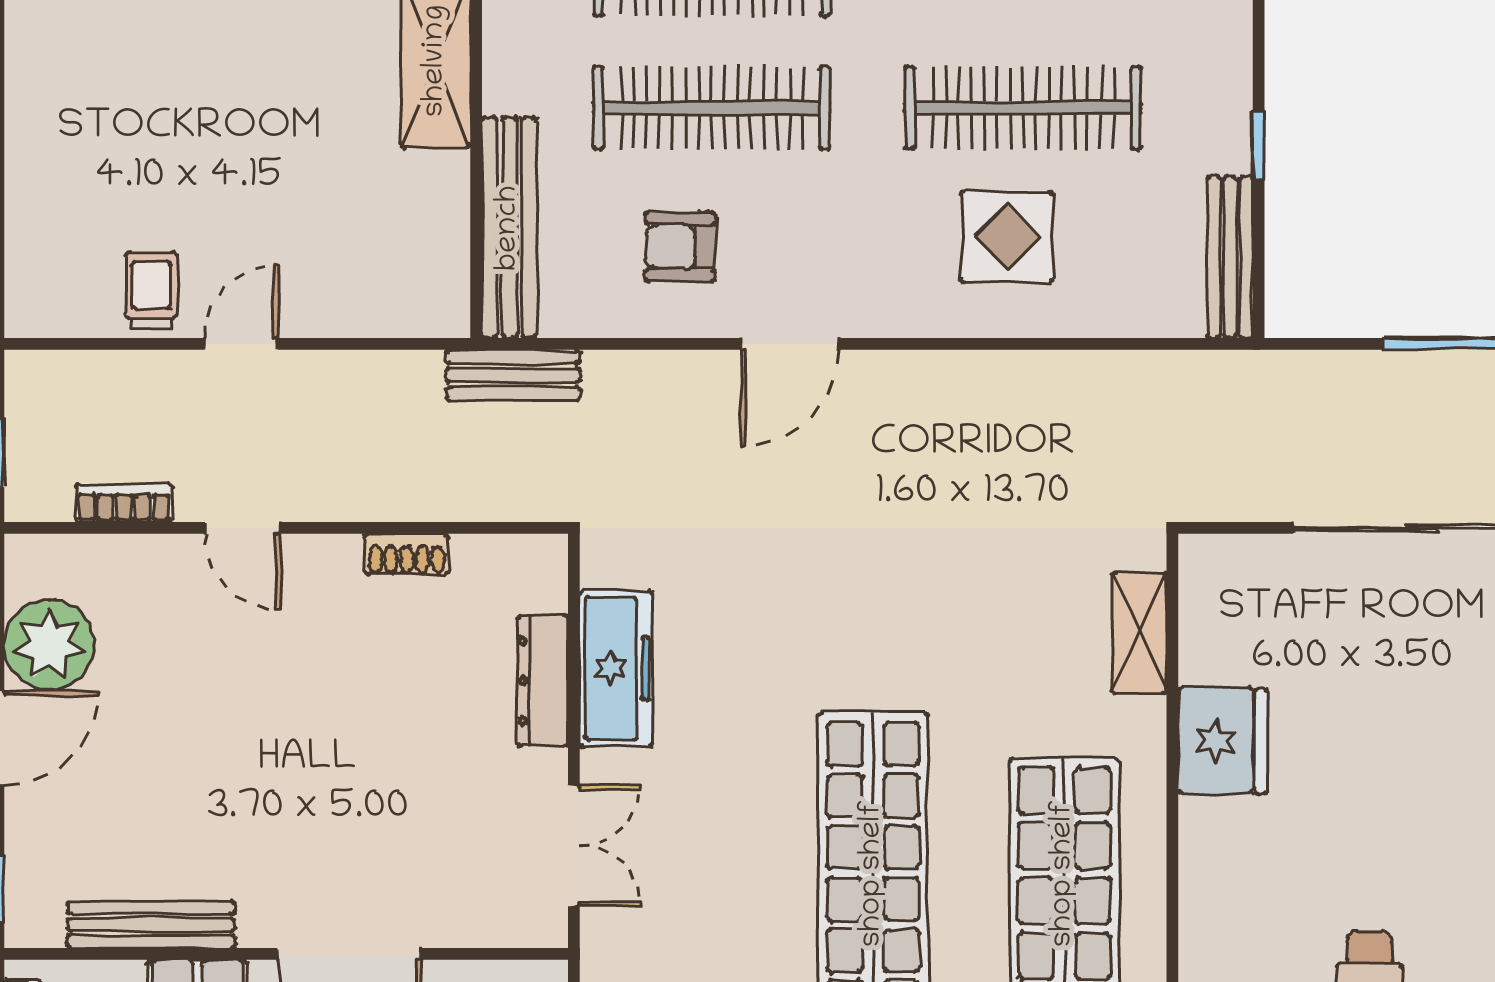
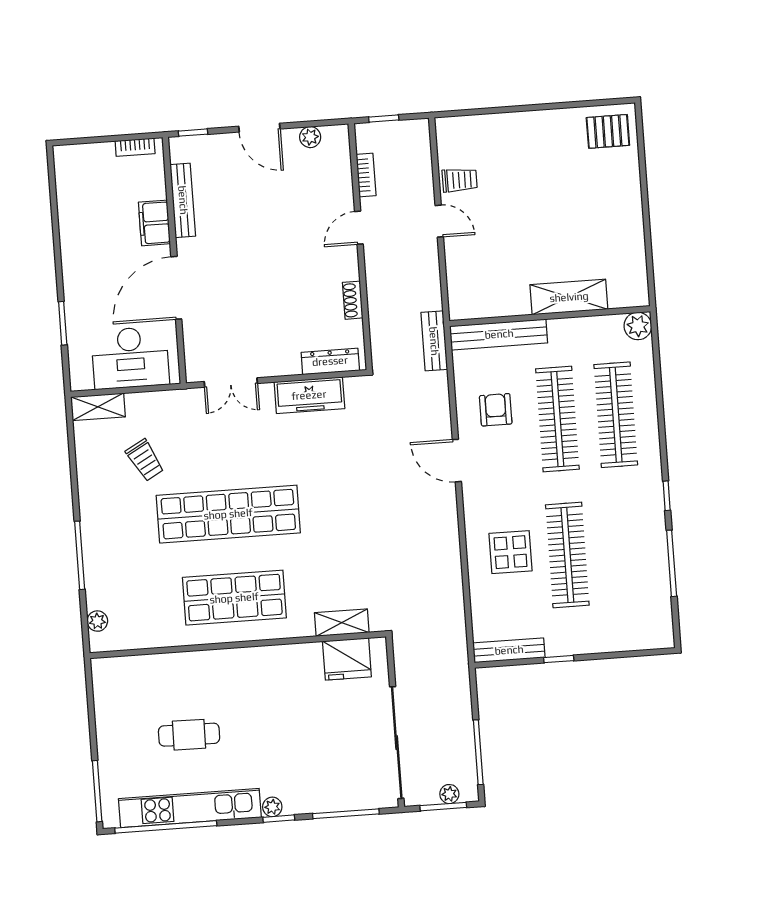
plant: (49, 645) -> (310, 137), width x0.53, depth x0.53
dresser: (543, 681) -> (330, 361), moved
fridge: (1223, 741) -> (347, 659), moved

